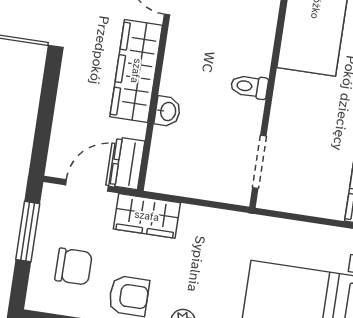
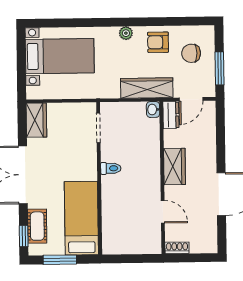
wardrobe: (136, 71) -> (174, 167), width x0.67
washbasin: (167, 111) -> (153, 109), moved
wardrobe: (147, 216) -> (147, 88), width x1.50

